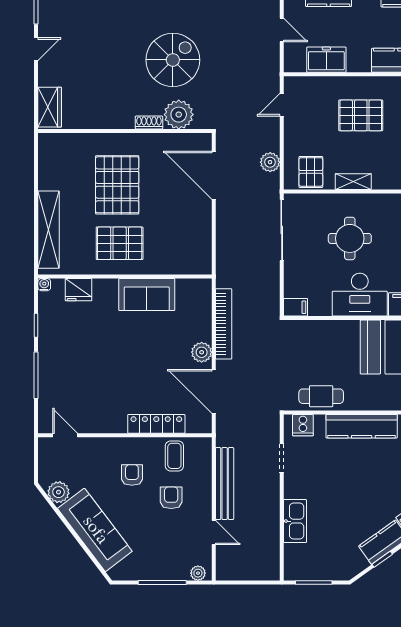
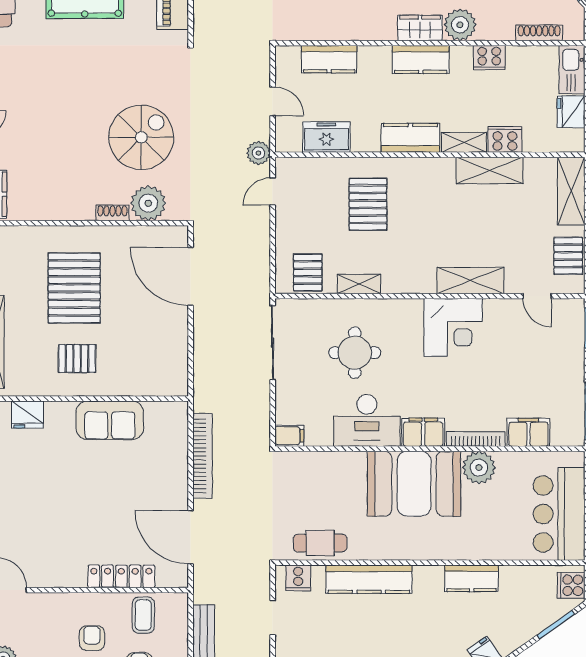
pallet: (361, 115) -> (368, 204), turned 90
plant: (270, 162) -> (258, 153), moved
pallet: (120, 243) -> (77, 358), width x0.67, depth x0.71
plant: (202, 352) -> (176, 490), removed

